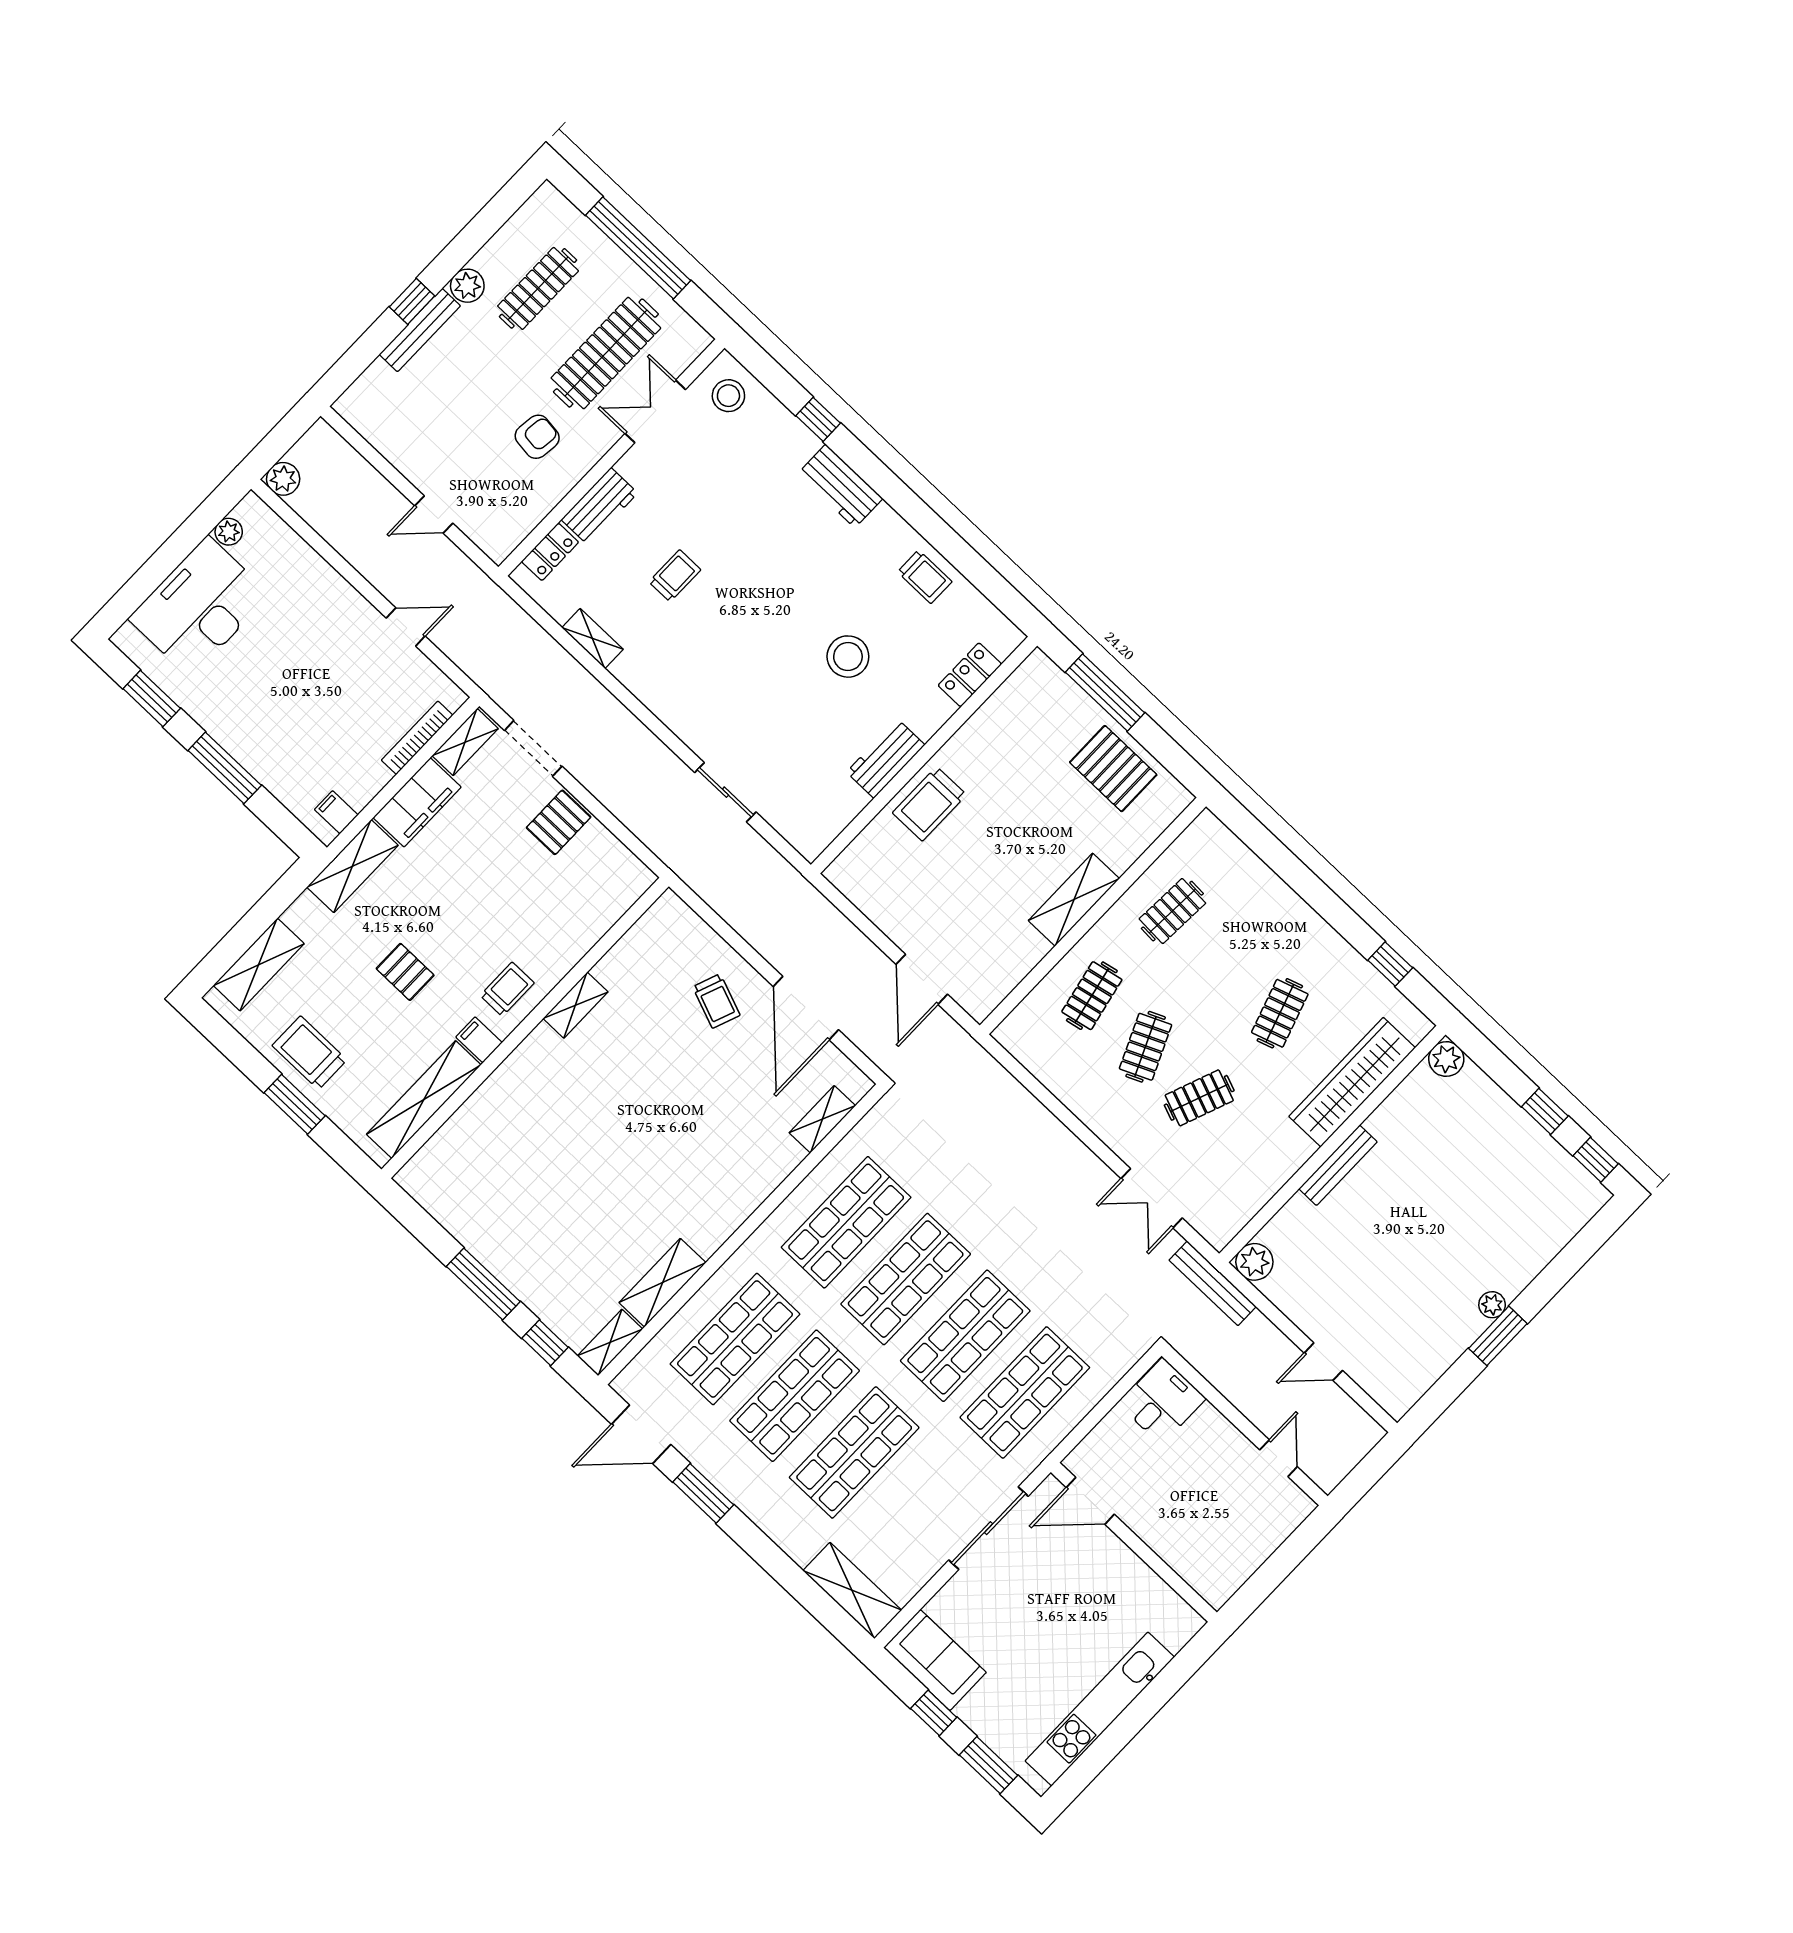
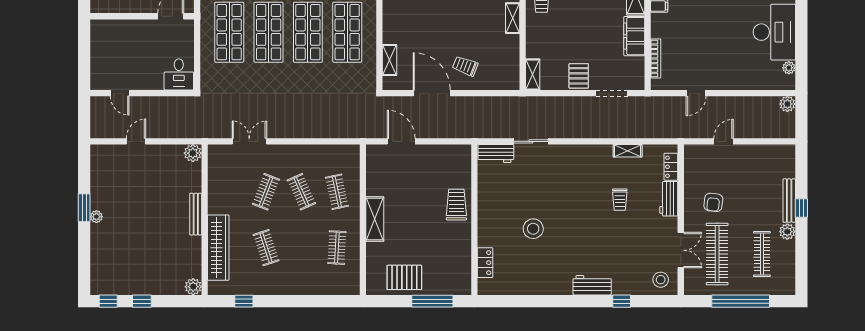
trolley: (925, 577) -> (533, 282), removed
shelving: (465, 742) -> (533, 74), moved
workbench: (886, 759) -> (496, 153), moved, turned 90
bench: (1213, 1283) -> (200, 132), removed

